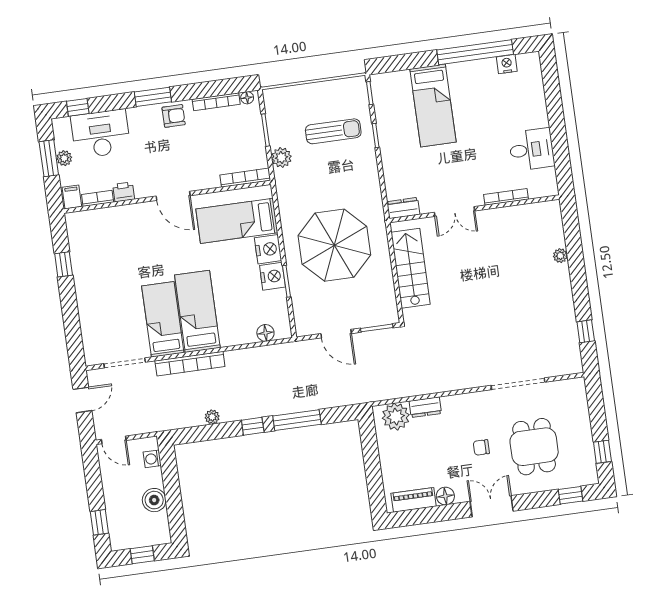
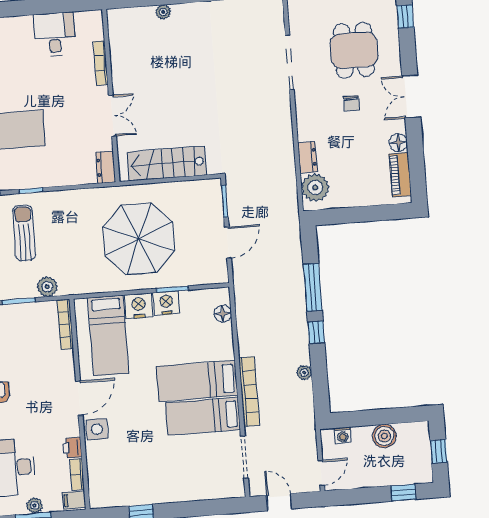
side table: (144, 215) -> (97, 429), added
dining table: (534, 447) -> (354, 50), turned 90

